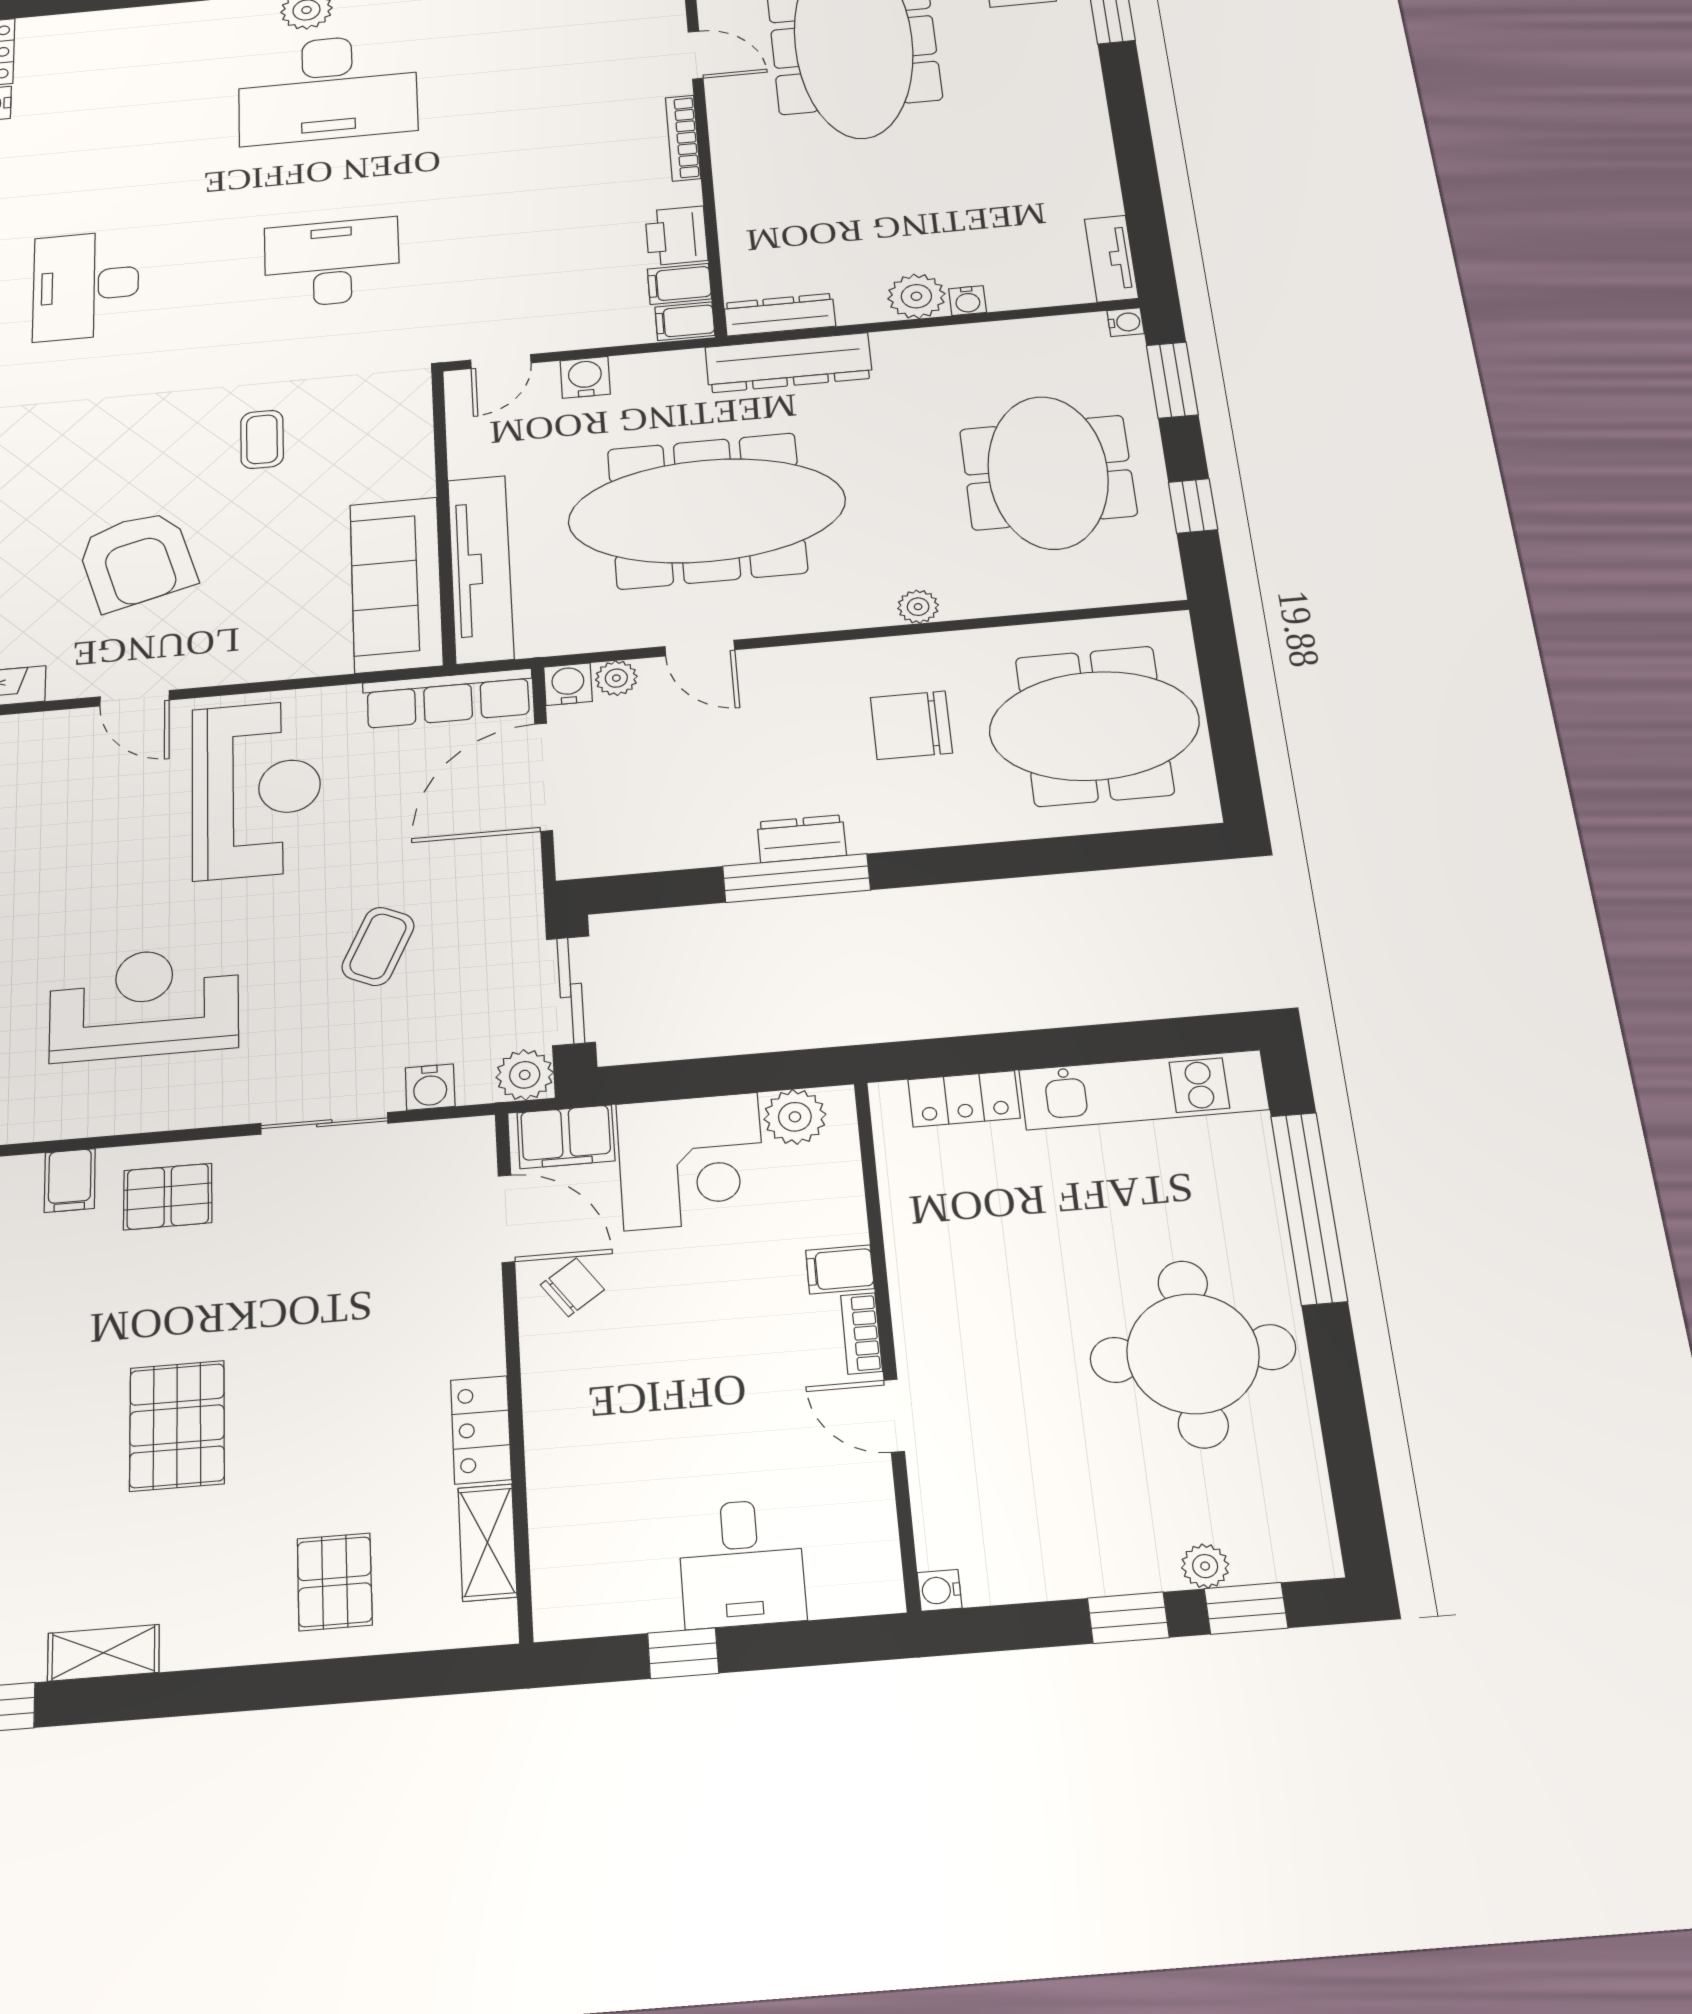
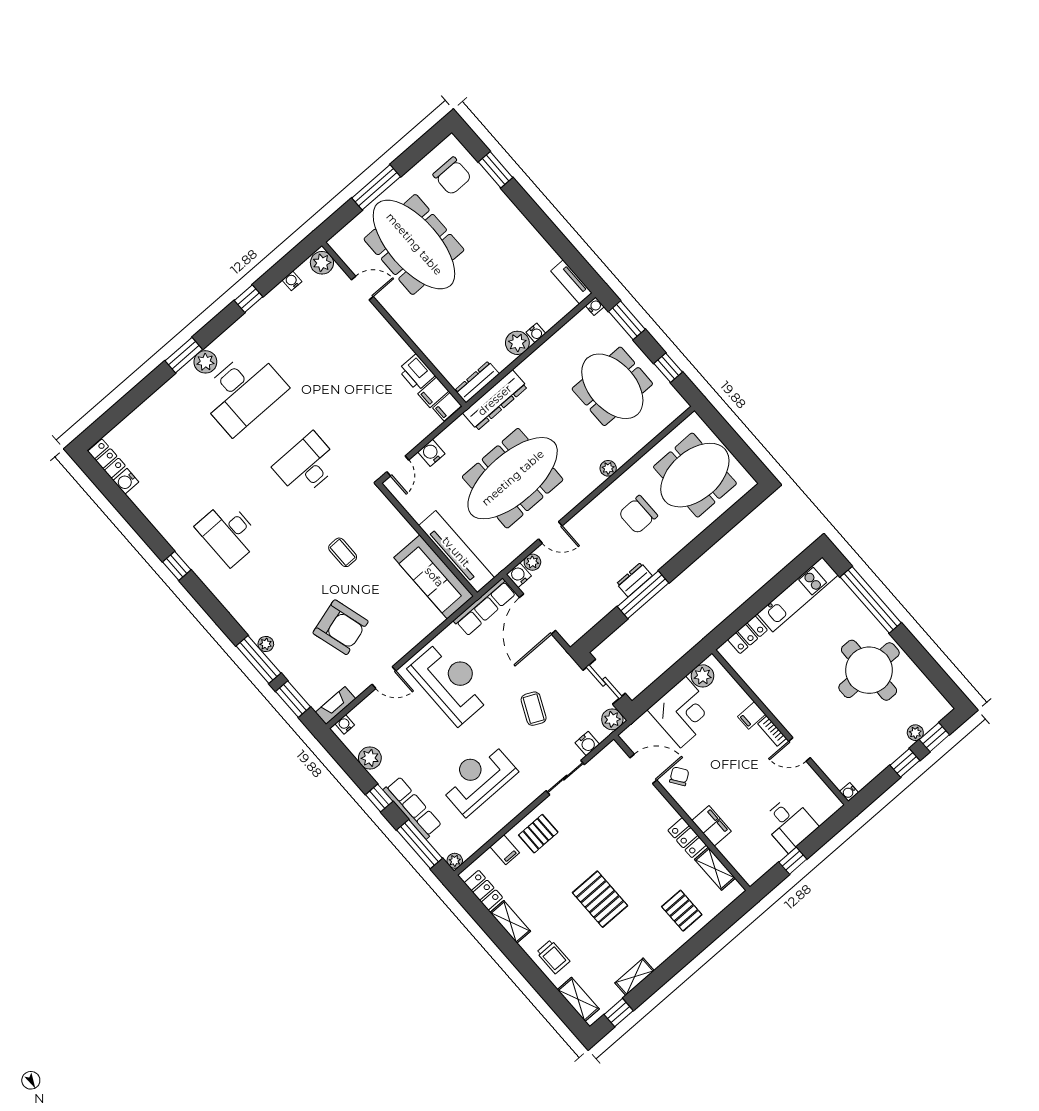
bookcase: (683, 138) -> (386, 328), removed
filing cabinet: (566, 1137) -> (711, 826), moved, turned -90

